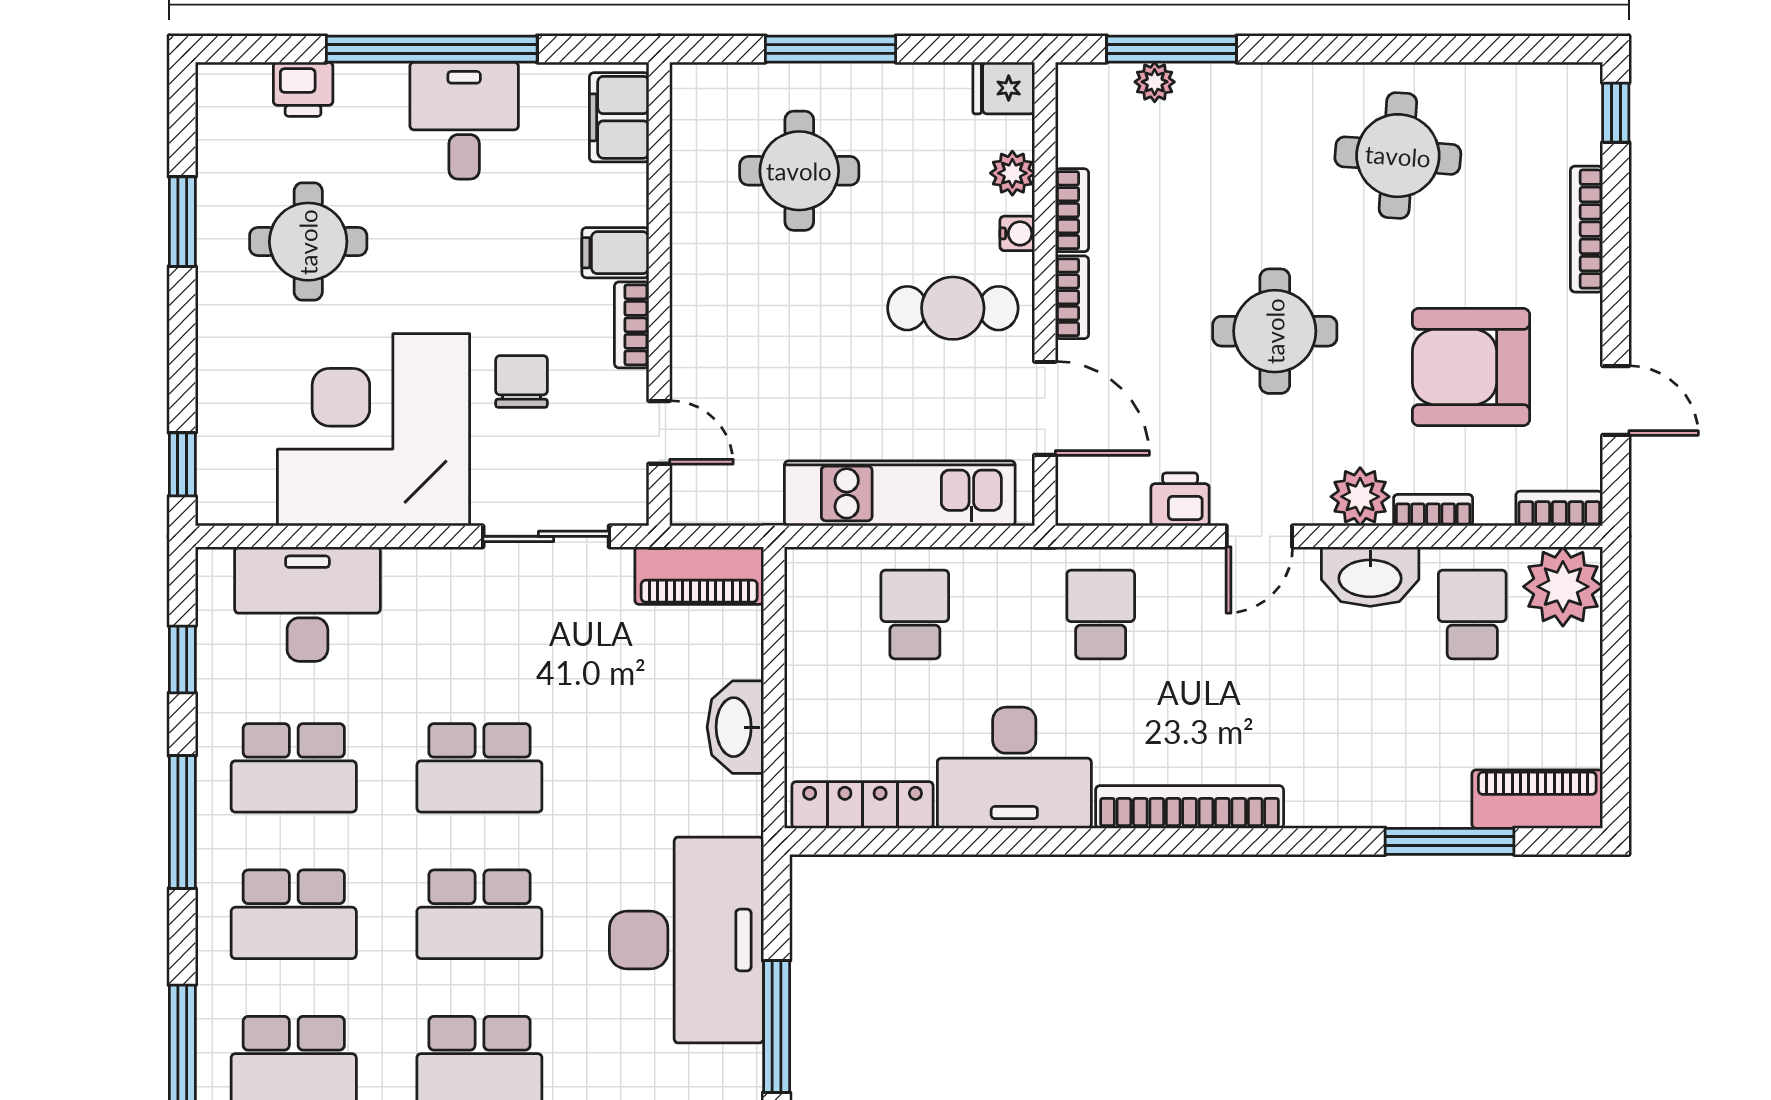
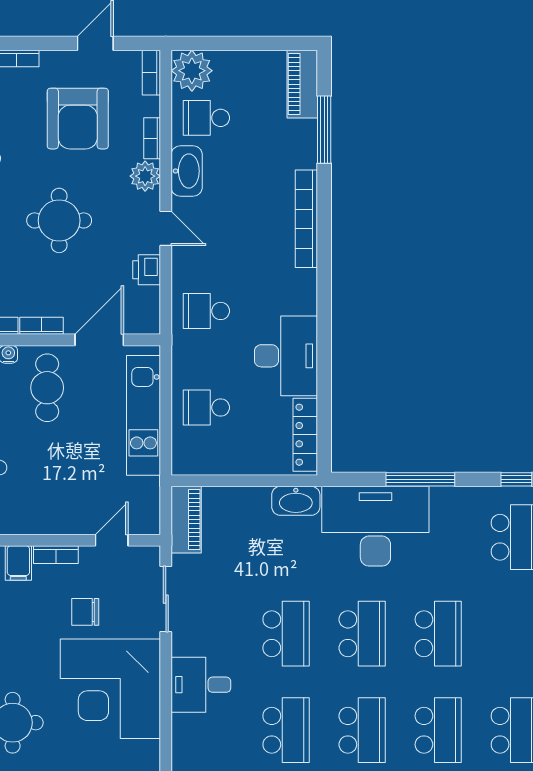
desk: (307, 604) -> (201, 685), moved, width x0.73
washbasin: (735, 727) -> (296, 501), moved
bookcase: (1190, 807) -> (306, 219), moved

